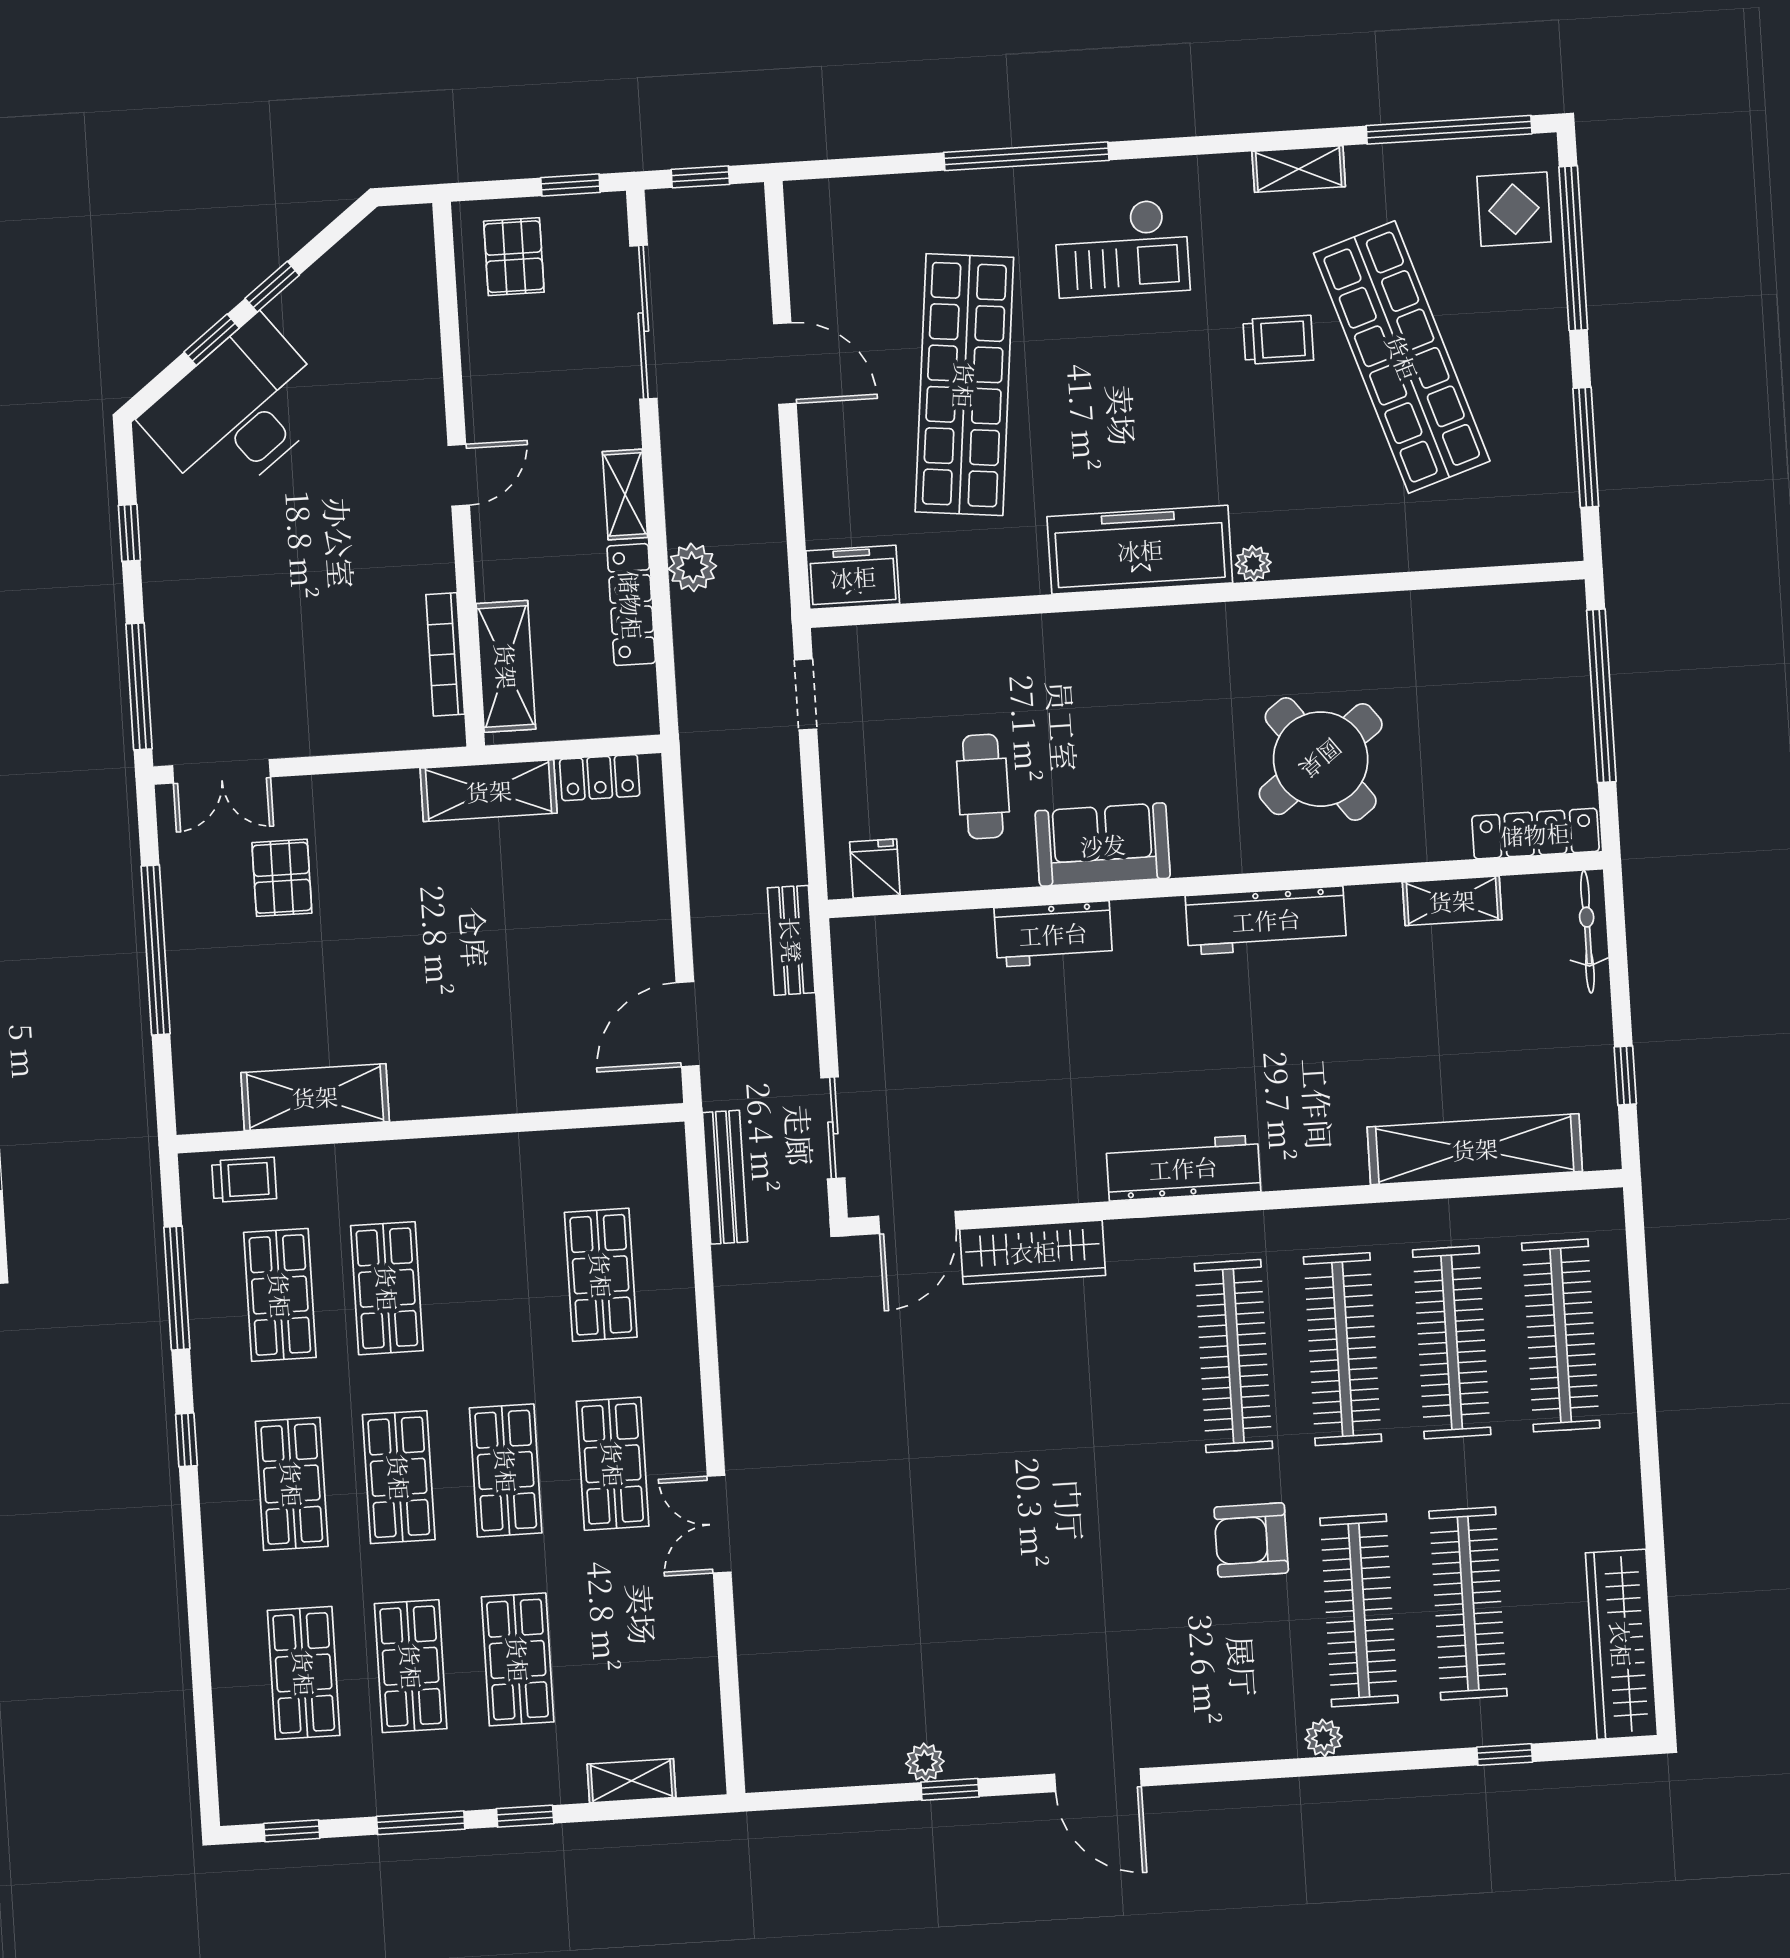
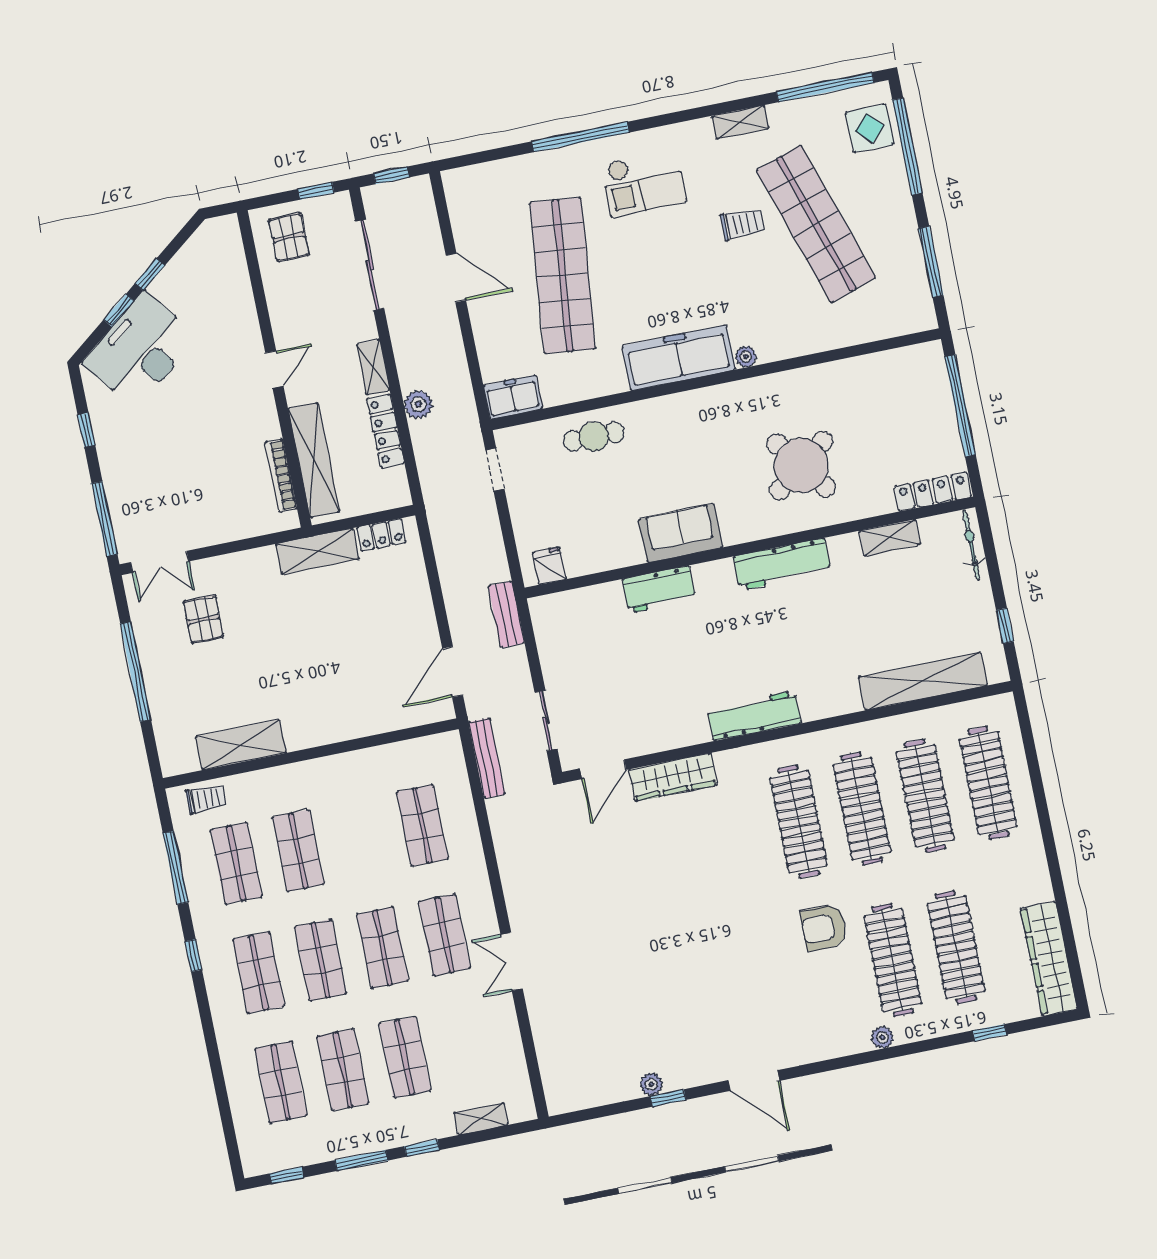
shelving: (506, 666) -> (314, 460), width x1.47
cafe table: (983, 786) -> (594, 437), moved, turned 90

